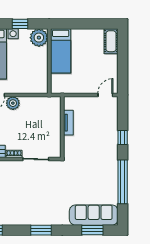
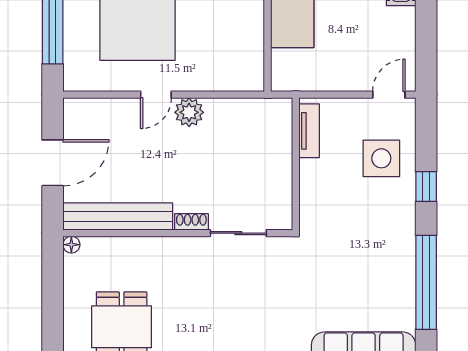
tv unit: (68, 123) -> (309, 131), moved
side table: (102, 124) -> (381, 158), added

